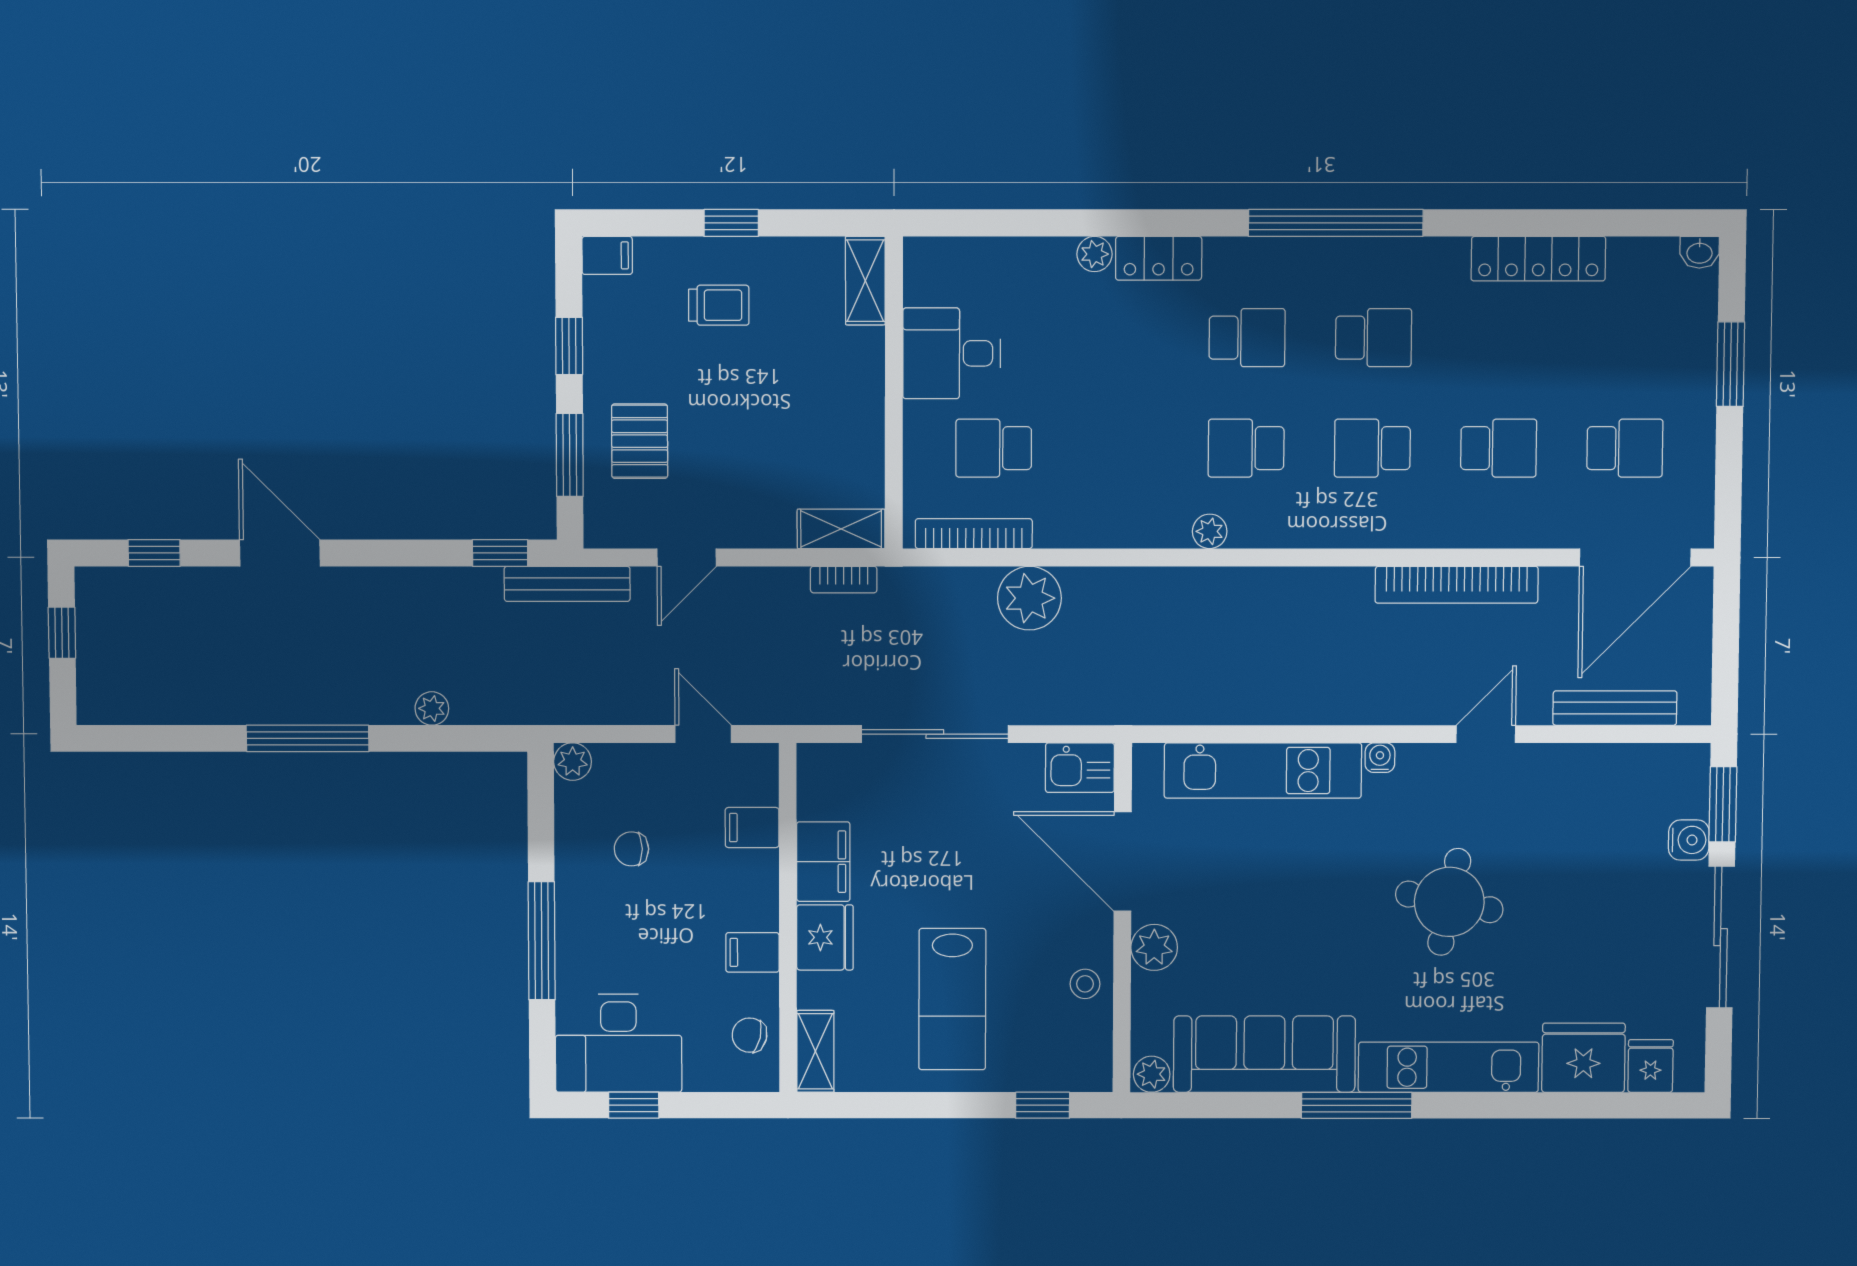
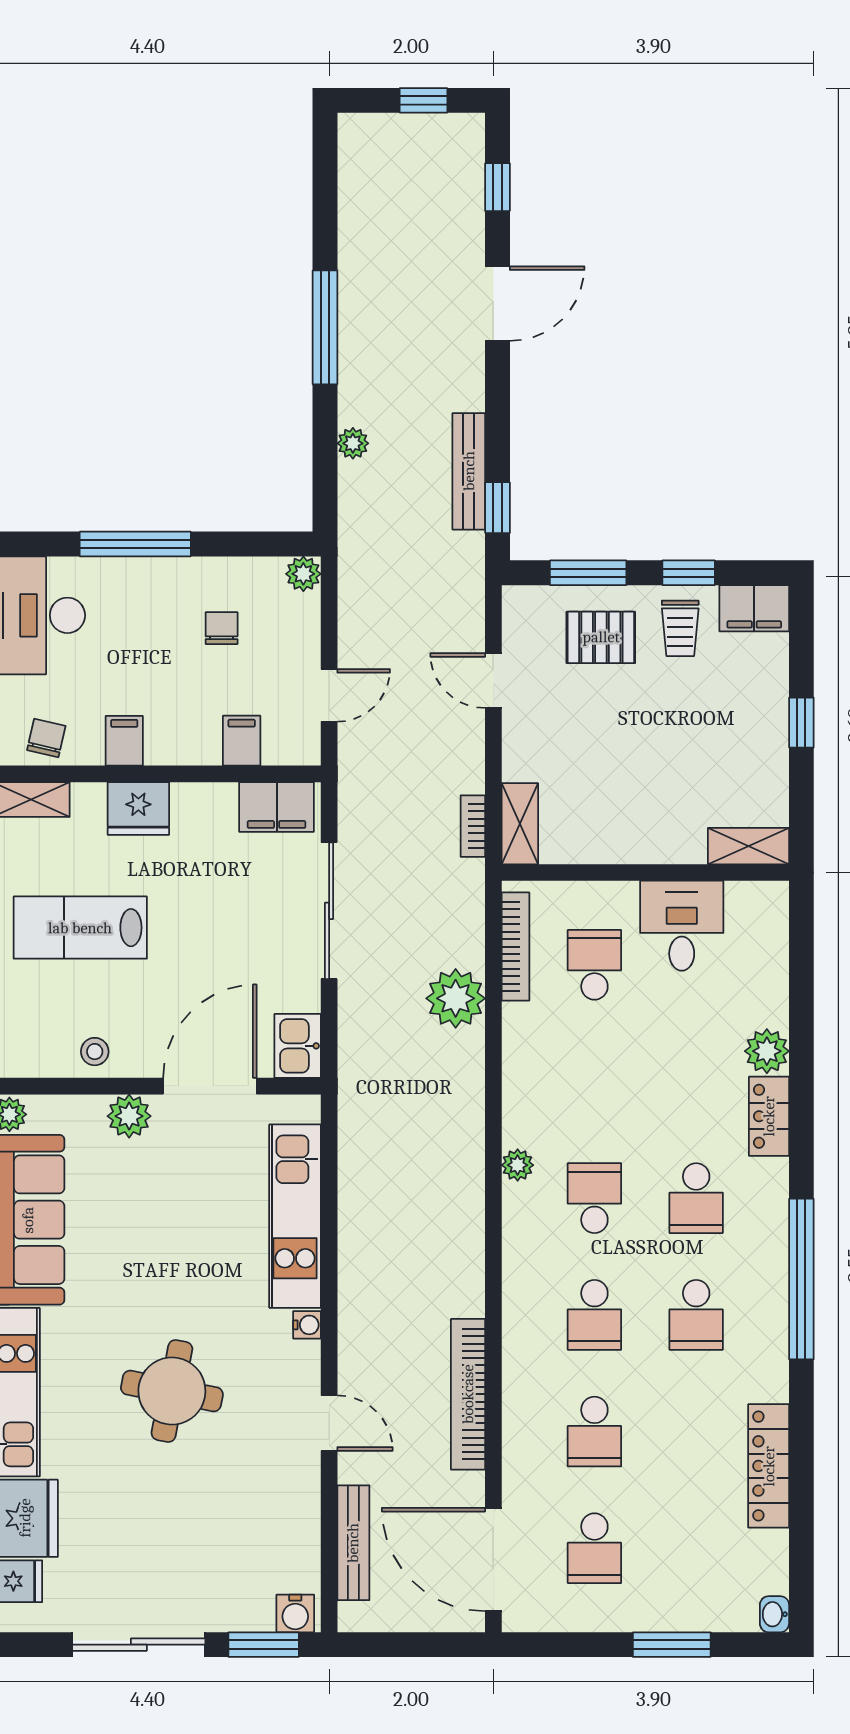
plant: (1095, 254) -> (767, 1051), width x1.38, depth x1.38
filing cabinet: (607, 255) -> (754, 608), width x2.00
trolley: (719, 305) -> (680, 628), moved
school desk: (1372, 448) -> (594, 1315), turned 180
bench: (567, 584) -> (469, 471), moved
water cooler: (1689, 840) -> (295, 1613), moved
filing cabinet: (823, 862) -> (277, 807), moved

